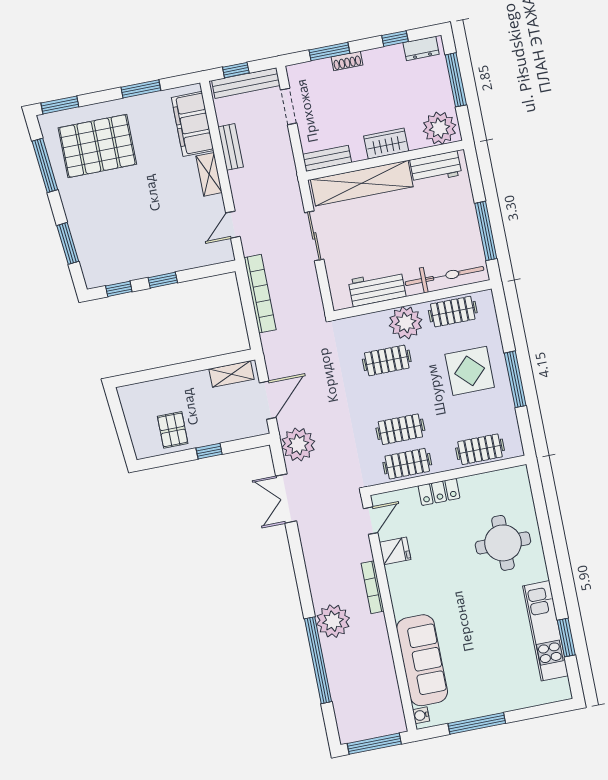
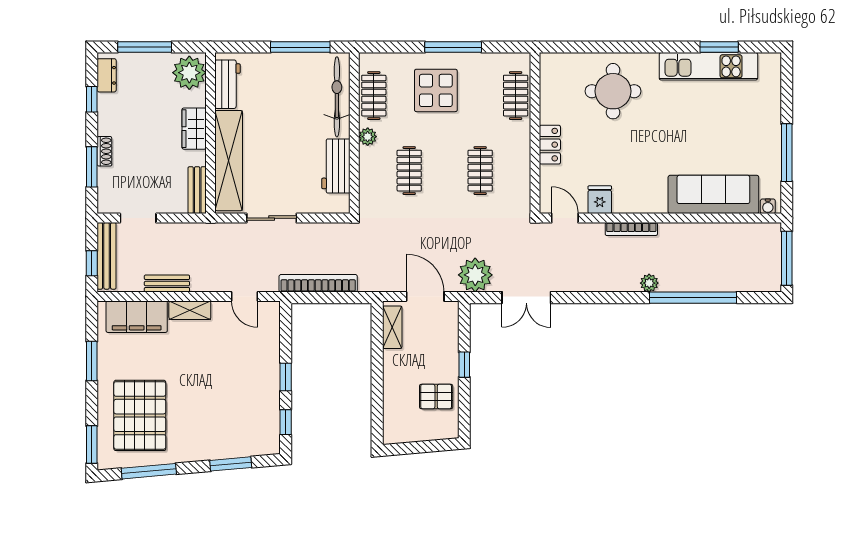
plant: (406, 323) -> (368, 137), width x0.53, depth x0.53
clothes rail: (407, 464) -> (516, 171), removed
plant: (333, 621) -> (649, 283), width x0.53, depth x0.53

